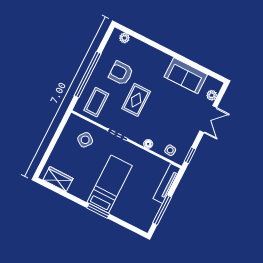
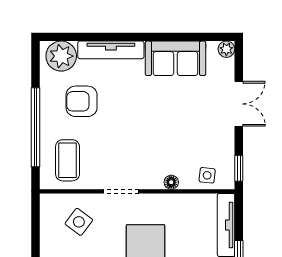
plant: (124, 38) -> (61, 56), width x1.87, depth x1.87
tv unit: (152, 53) -> (111, 50), added
plant: (212, 95) -> (226, 49), moved
rug: (136, 100) -> (123, 129), removed

